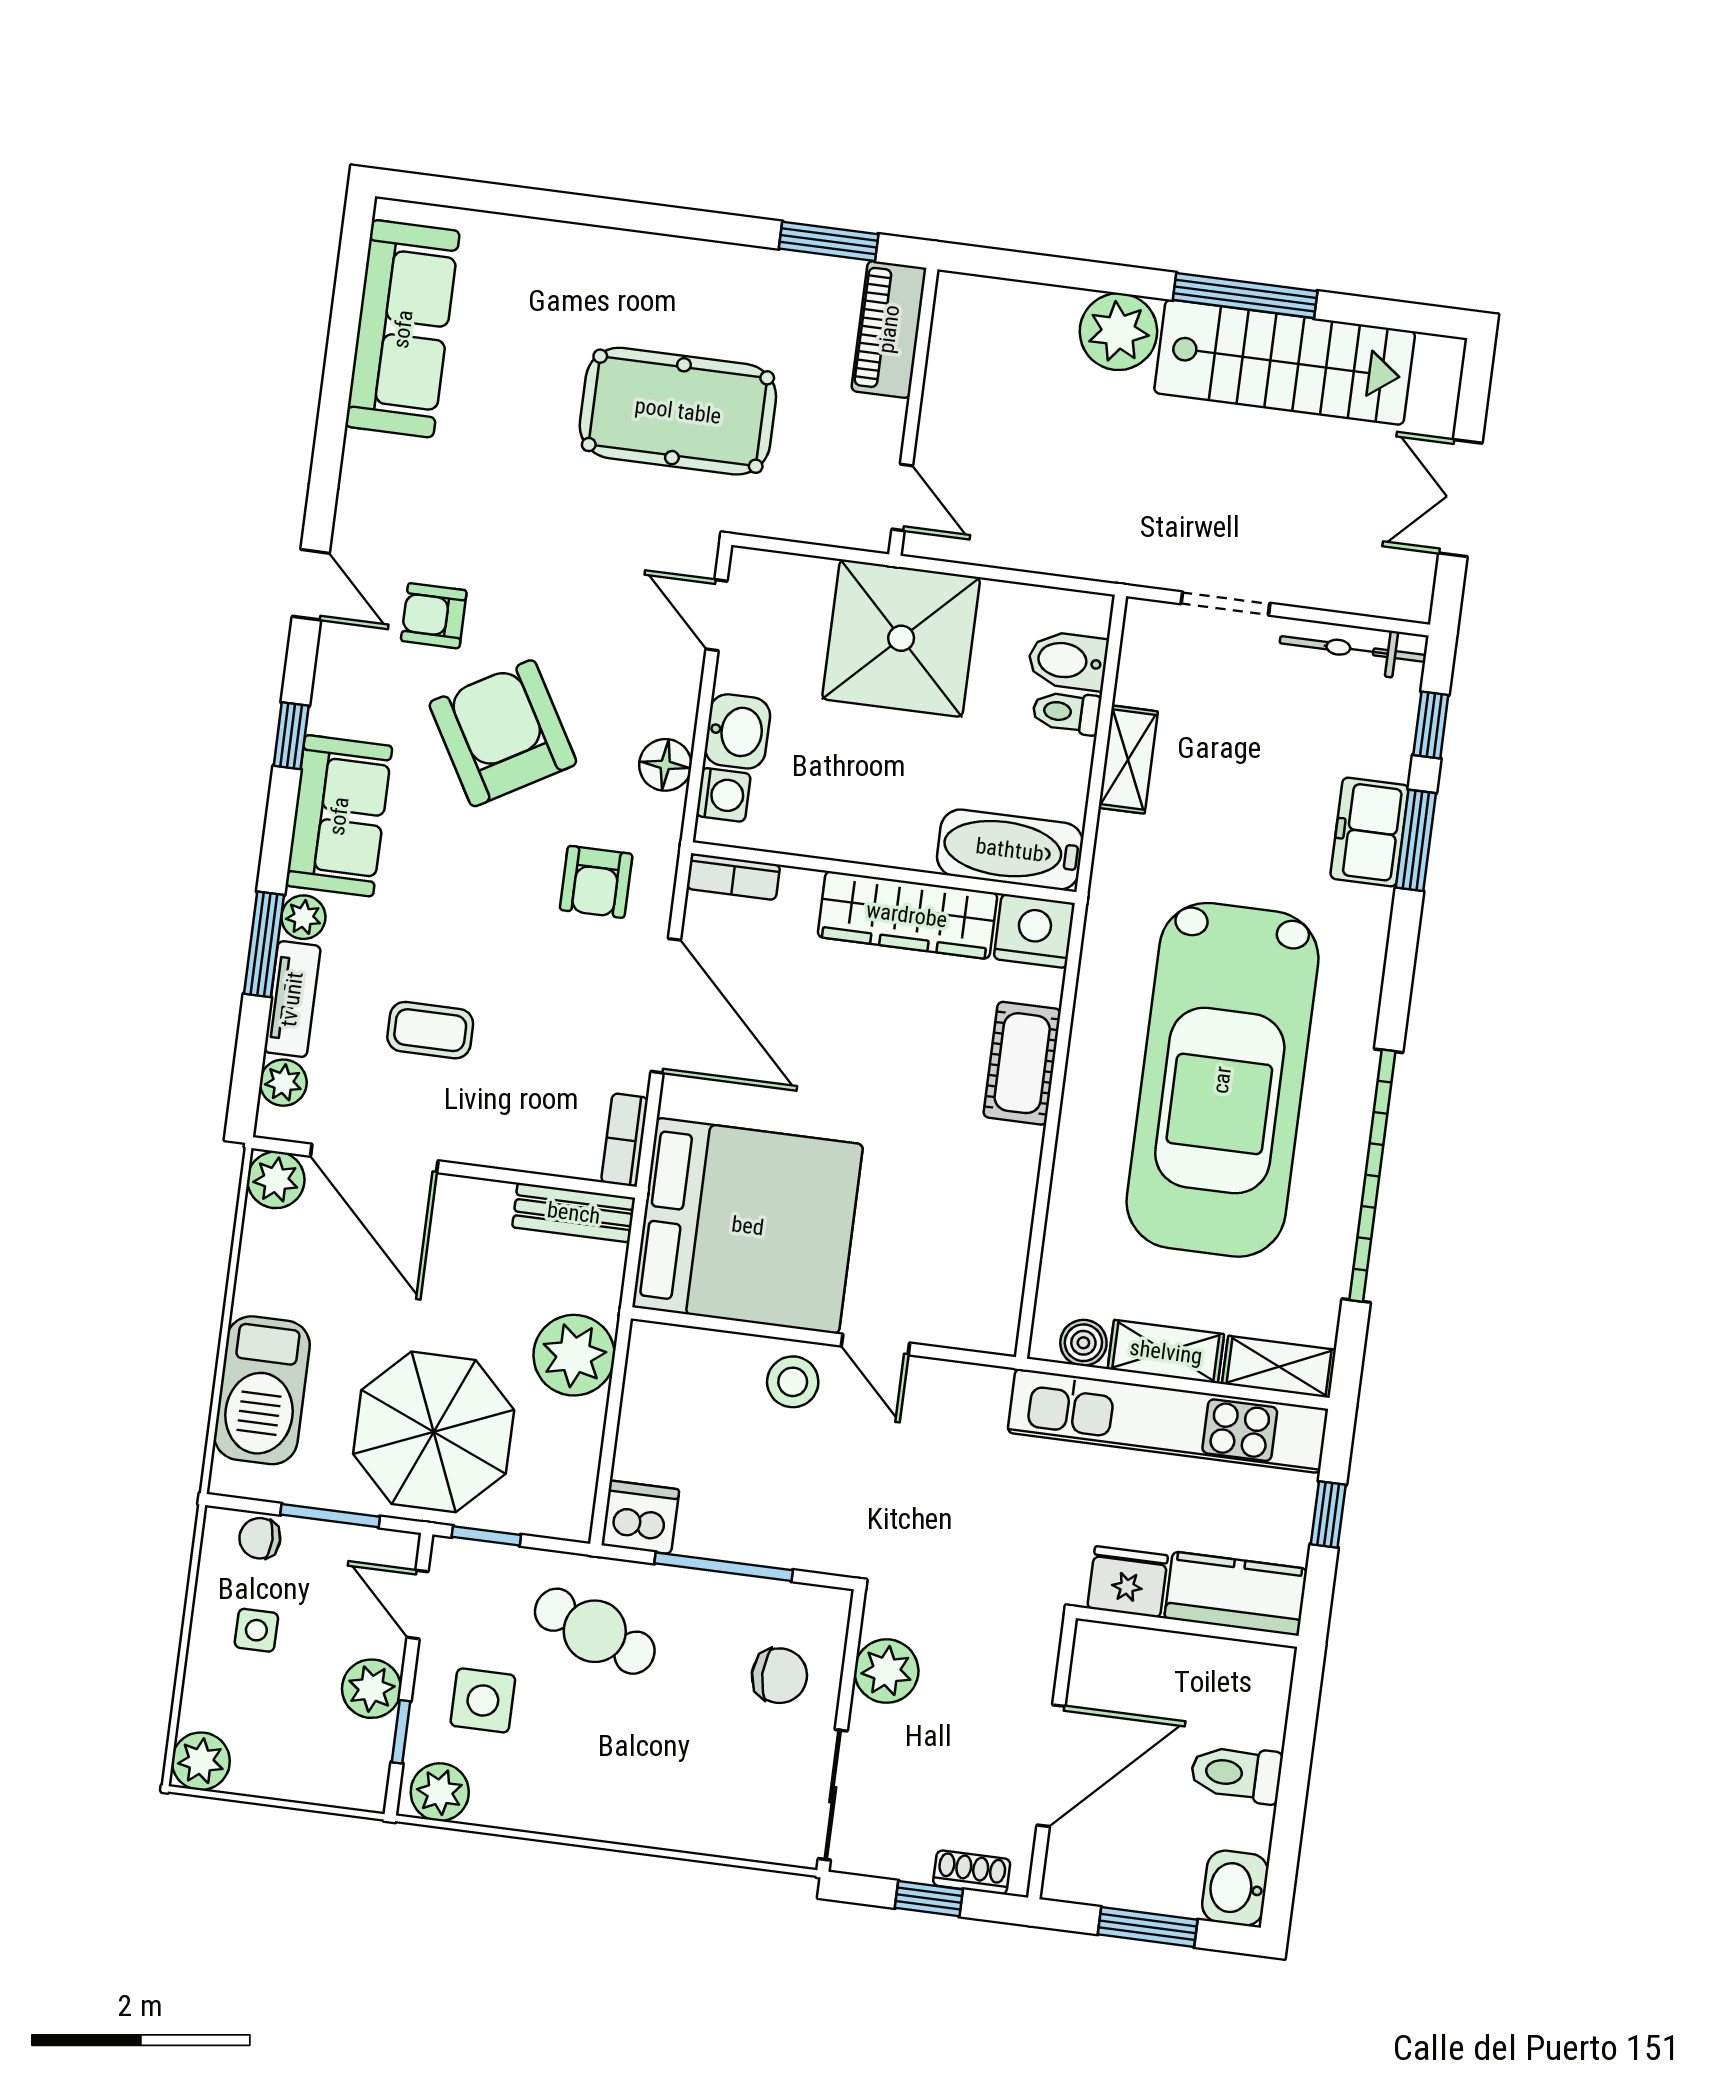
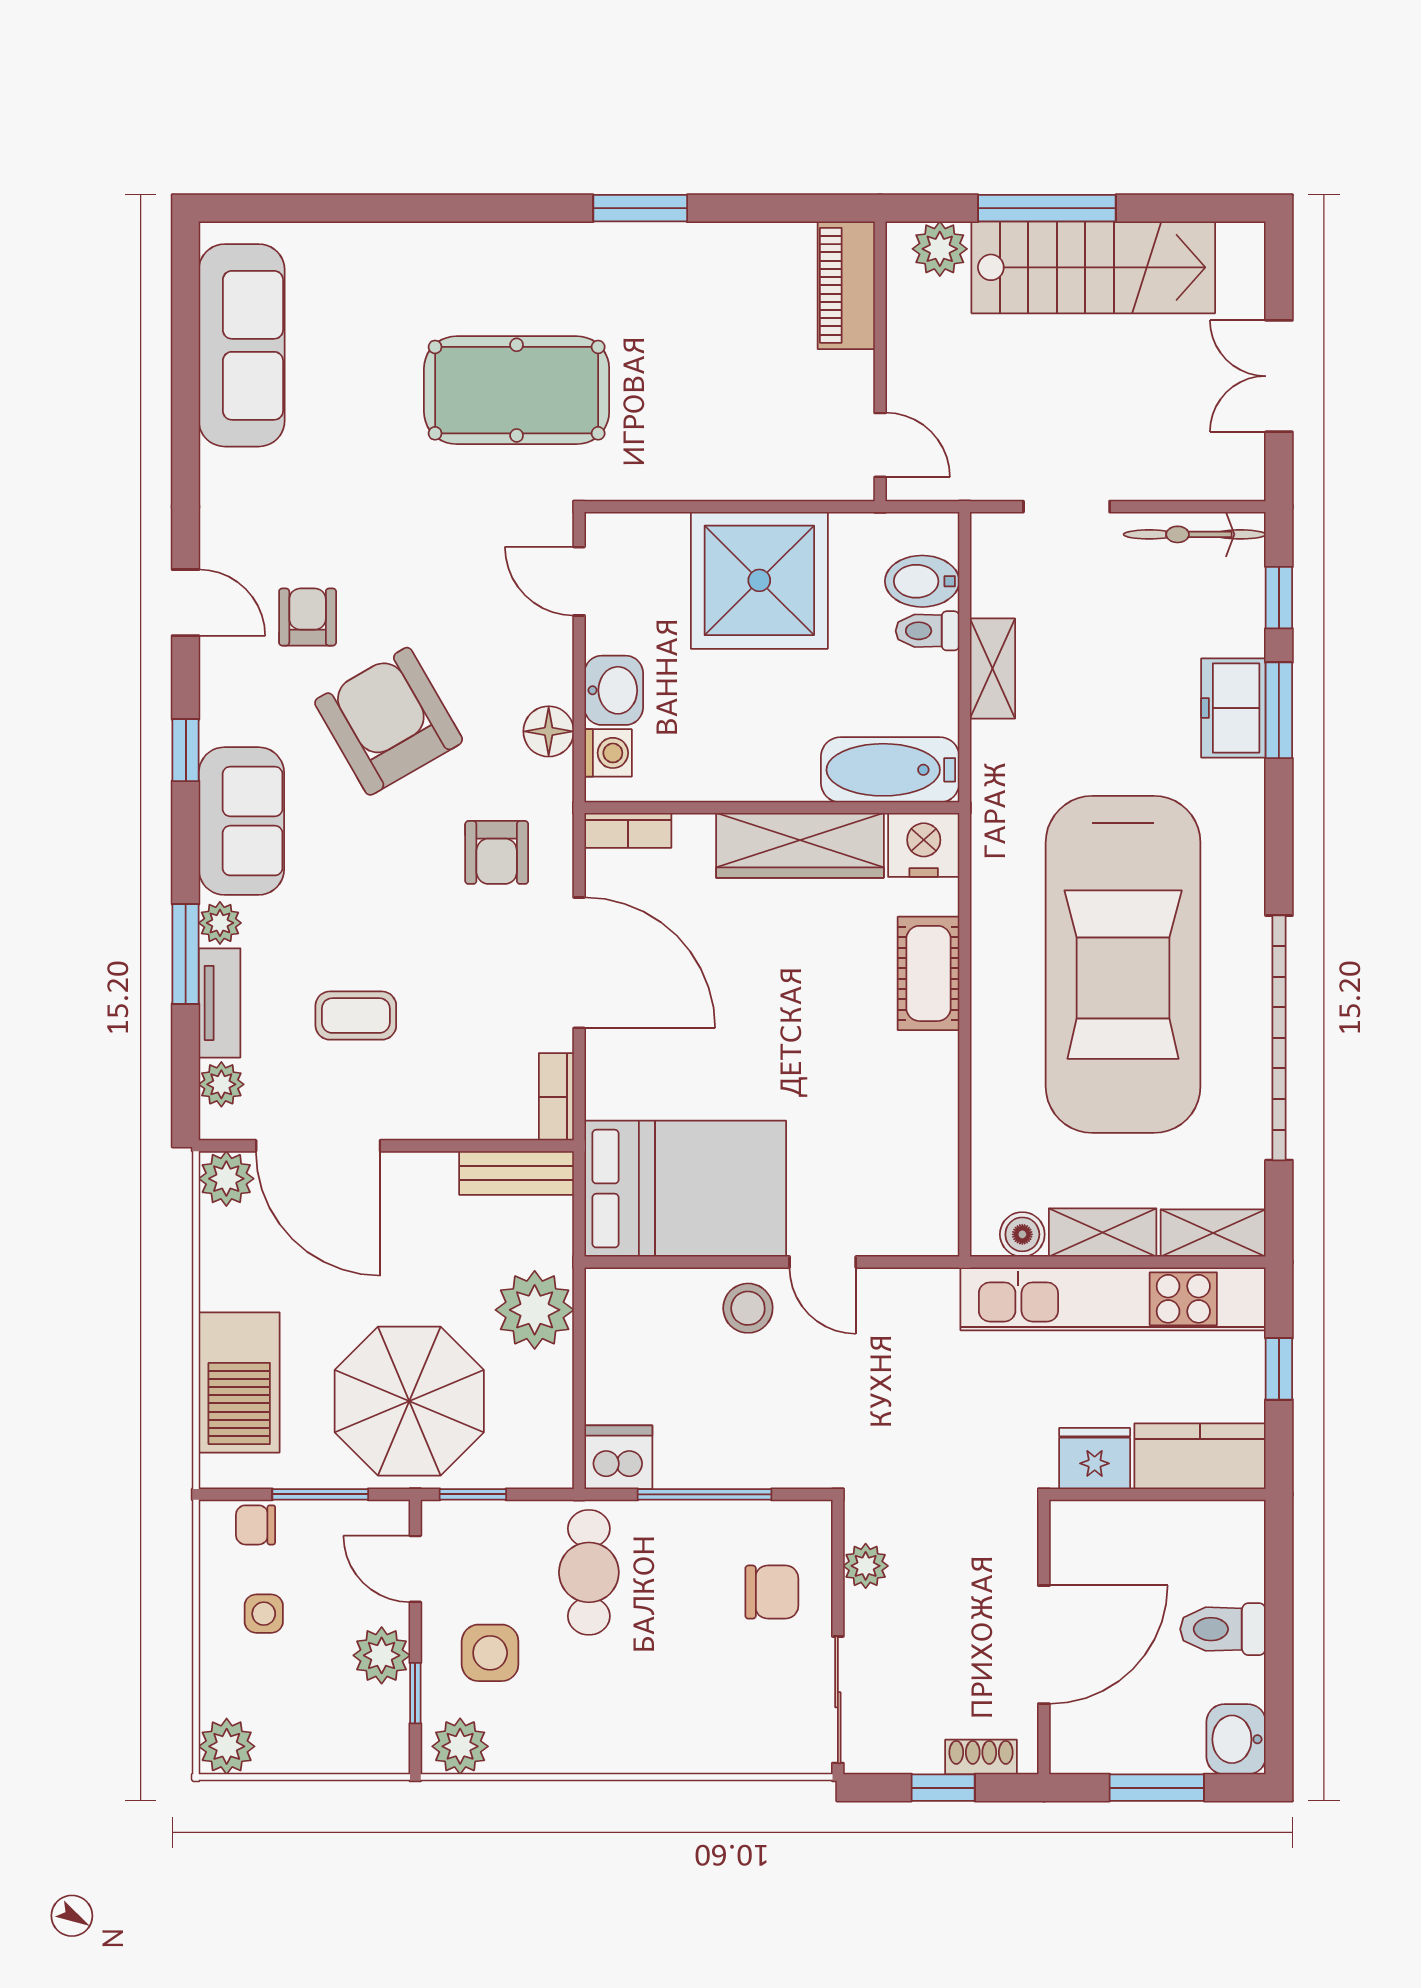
piano: (889, 329) -> (846, 285), moved
plant: (1118, 332) -> (940, 249), width x0.73, depth x0.73
wall: (913, 412) -> (880, 361), moved
door: (902, 497) -> (880, 445), moved
armchair: (434, 616) -> (308, 617), turned 90
bed: (748, 1226) -> (685, 1189), width x0.73
cafe table: (595, 1631) -> (589, 1572), turned 69
plant: (886, 1671) -> (866, 1566), width x0.73, depth x0.73

